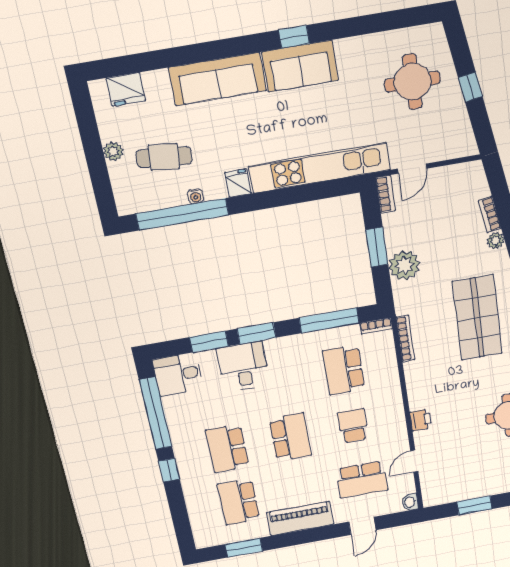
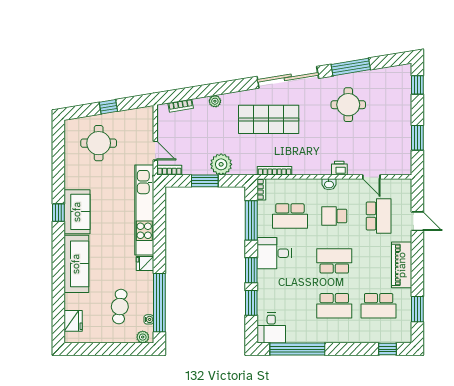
plant: (113, 152) -> (143, 337), moved
water cooler: (195, 196) -> (149, 319), moved
bookcase: (490, 215) -> (181, 106), moved
desk: (243, 367) -> (274, 253), moved
window: (169, 470) -> (388, 349), moved
washbasin: (410, 502) -> (329, 184), moved

